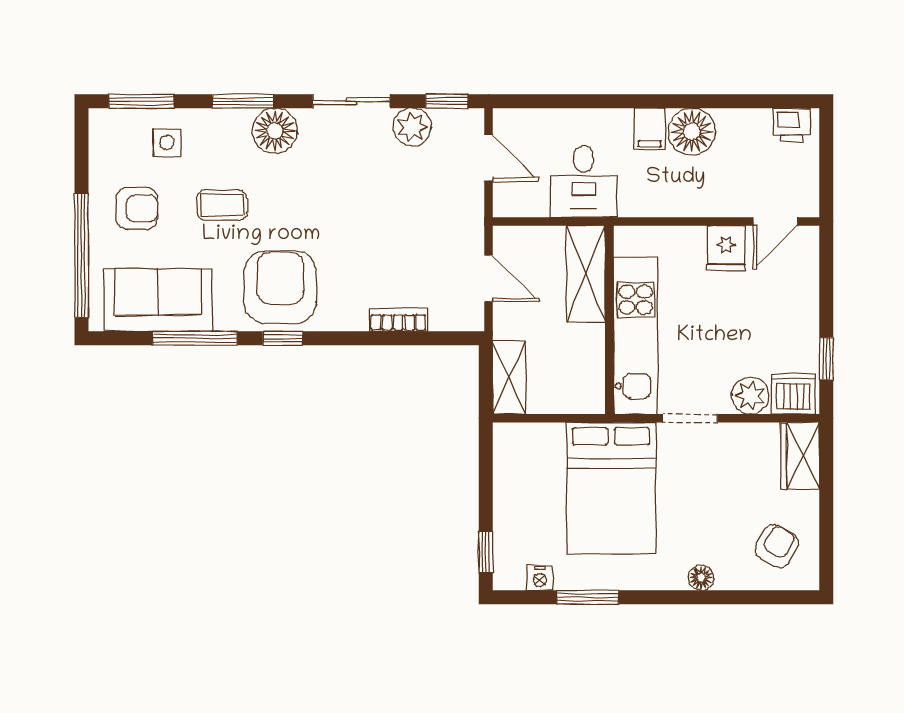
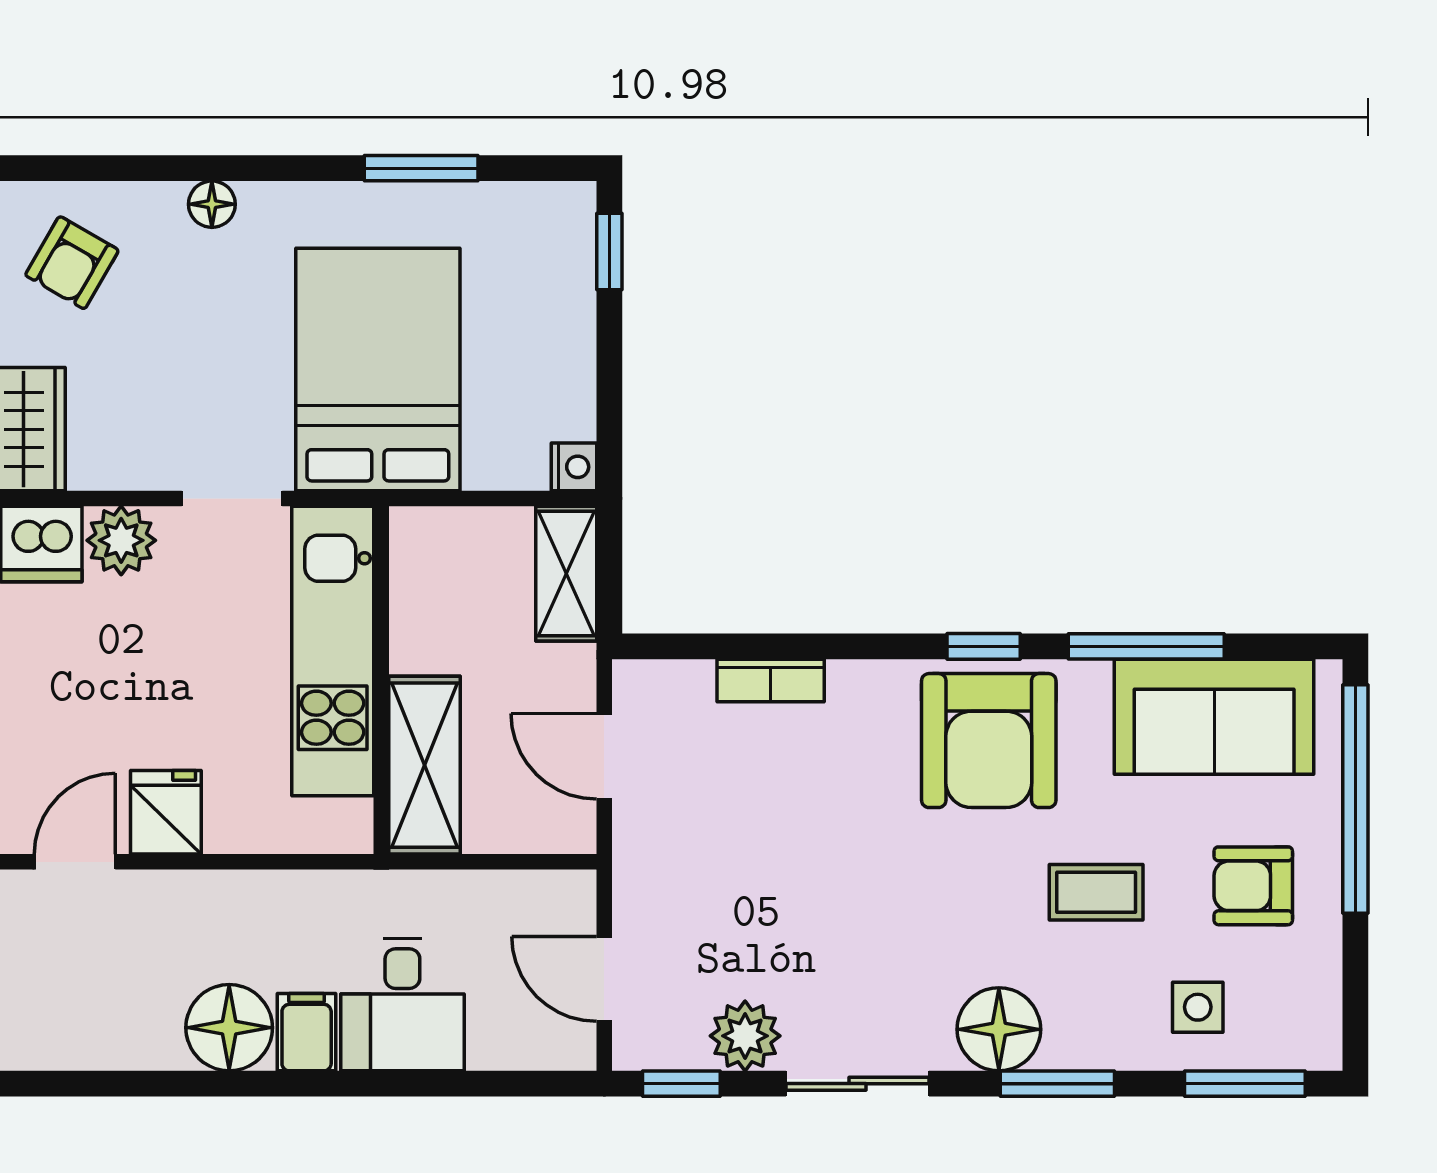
printer: (791, 125) -> (45, 1040), removed
desk: (584, 181) -> (402, 1004), moved, turned 180
nightstand: (540, 578) -> (574, 467), moved, turned 90

